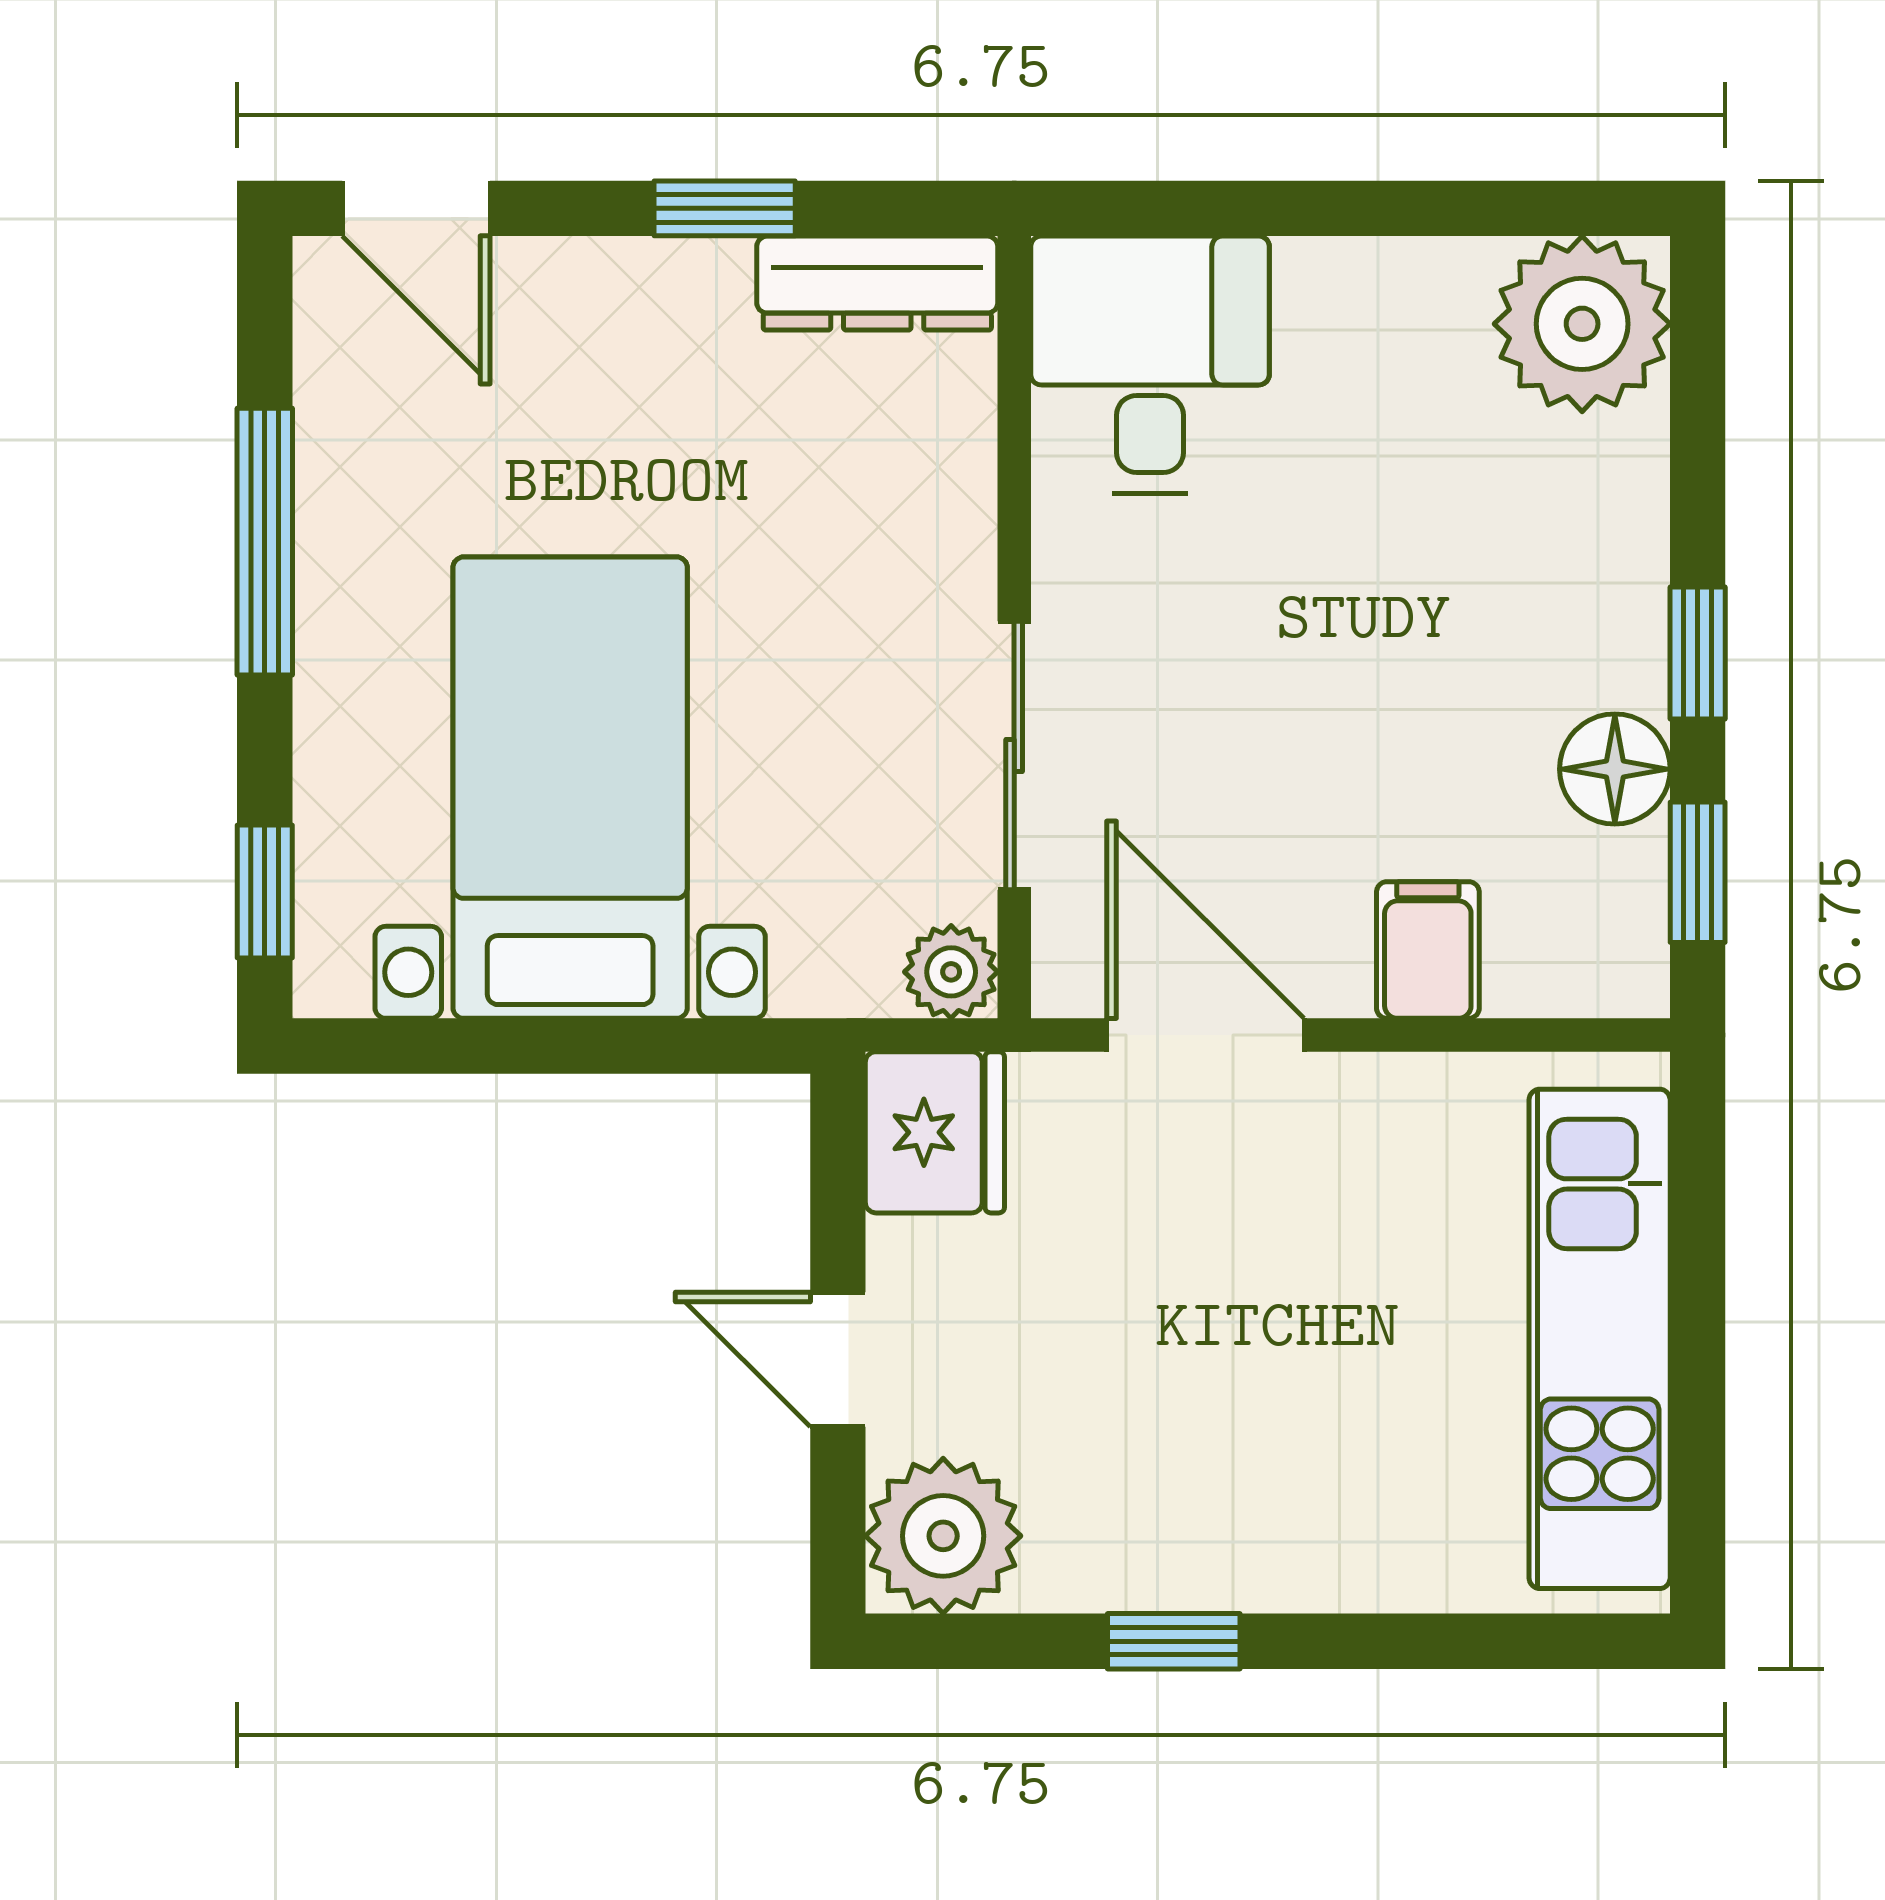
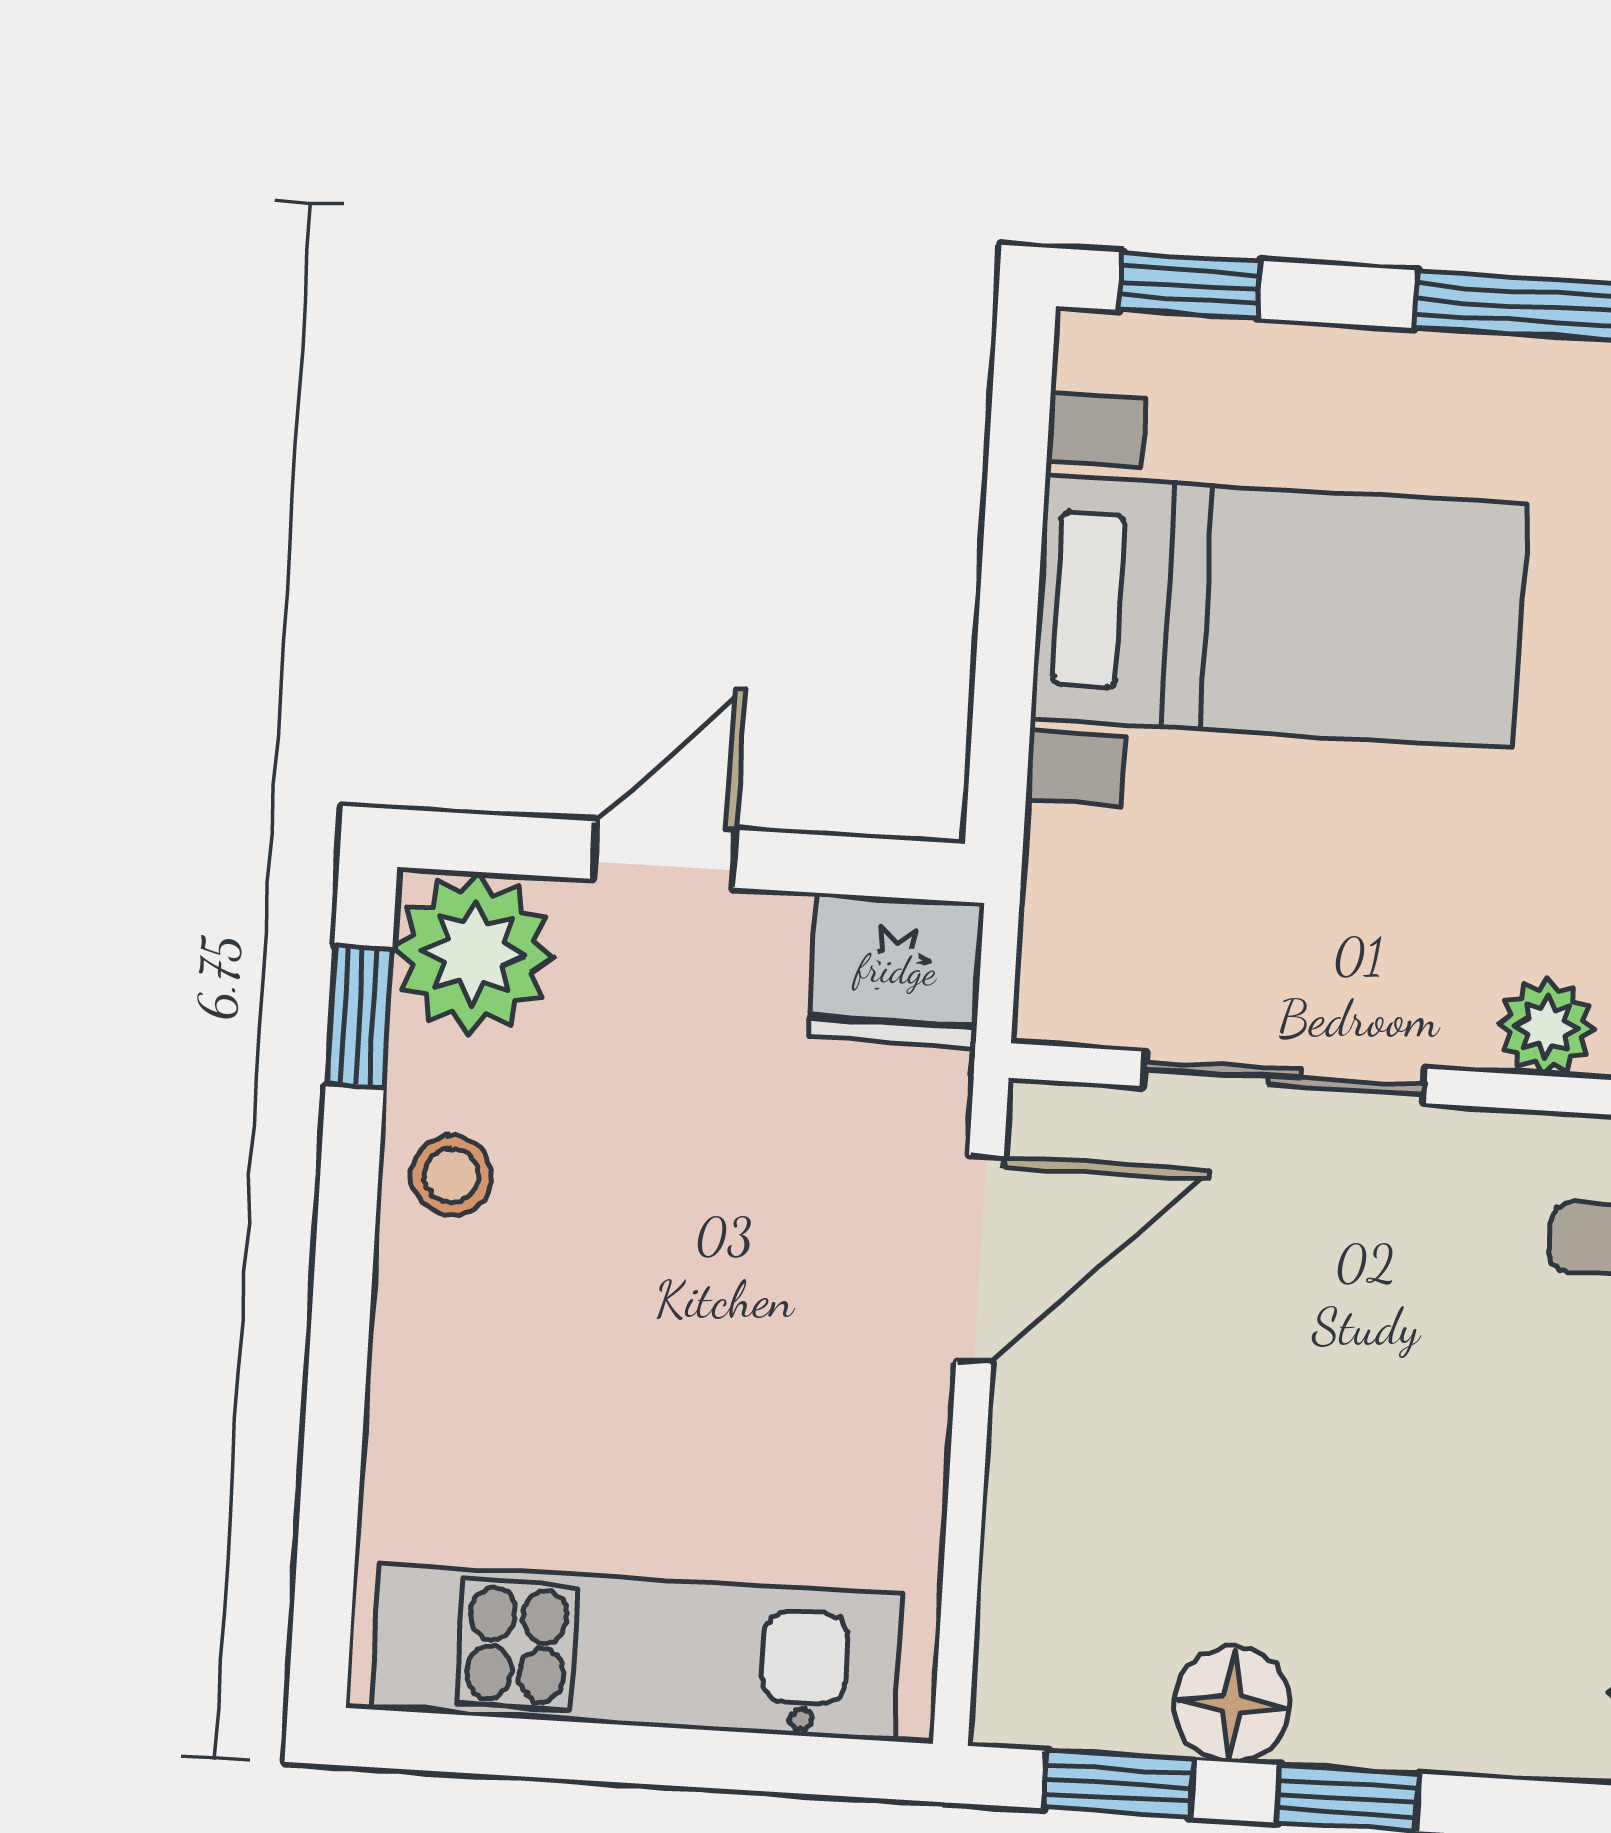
filing cabinet: (1428, 950) -> (1055, 1497), removed
plant: (951, 972) -> (1546, 1027), moved
stool: (1156, 1544) -> (451, 1176), added
window: (1174, 1641) -> (359, 1017), moved

